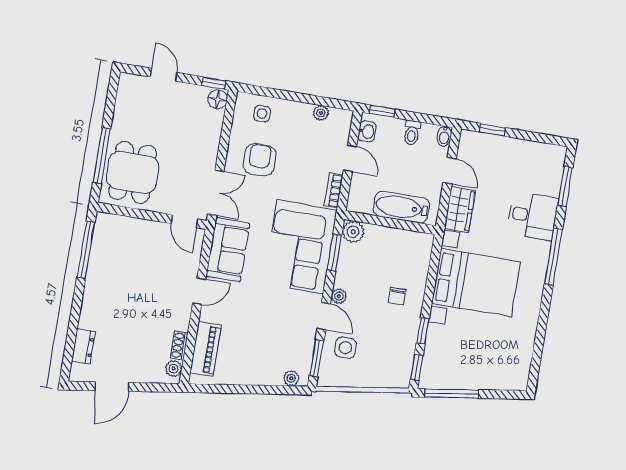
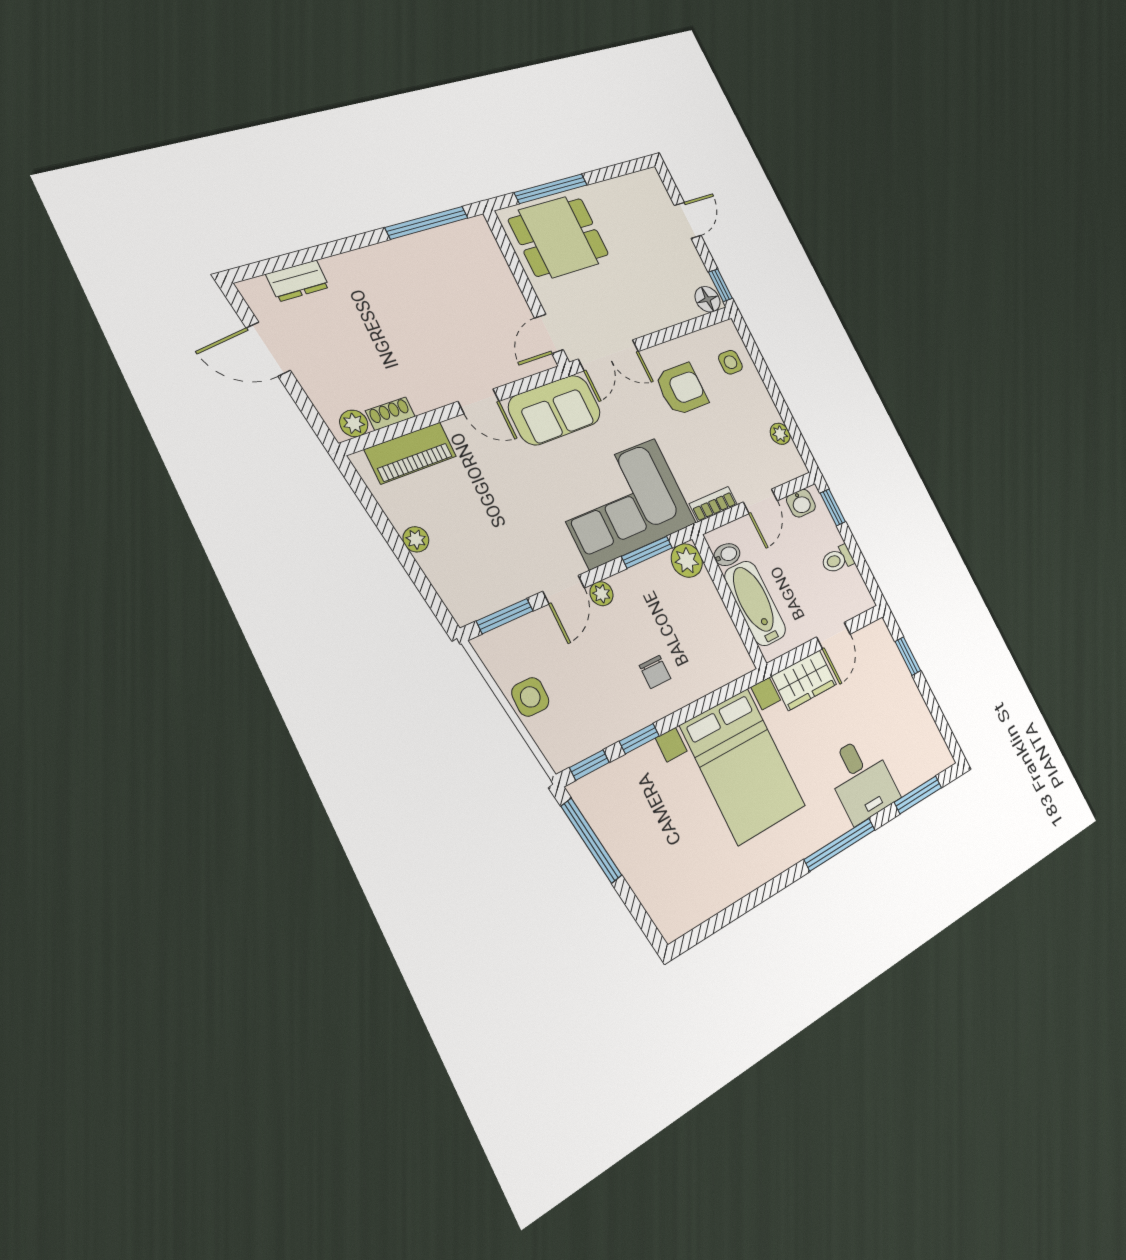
bidet: (444, 136) -> (727, 555), moved, turned 180
chair: (397, 296) -> (655, 672), turned -90
side table: (345, 348) -> (530, 697), moved
plant: (291, 378) -> (416, 539), moved

